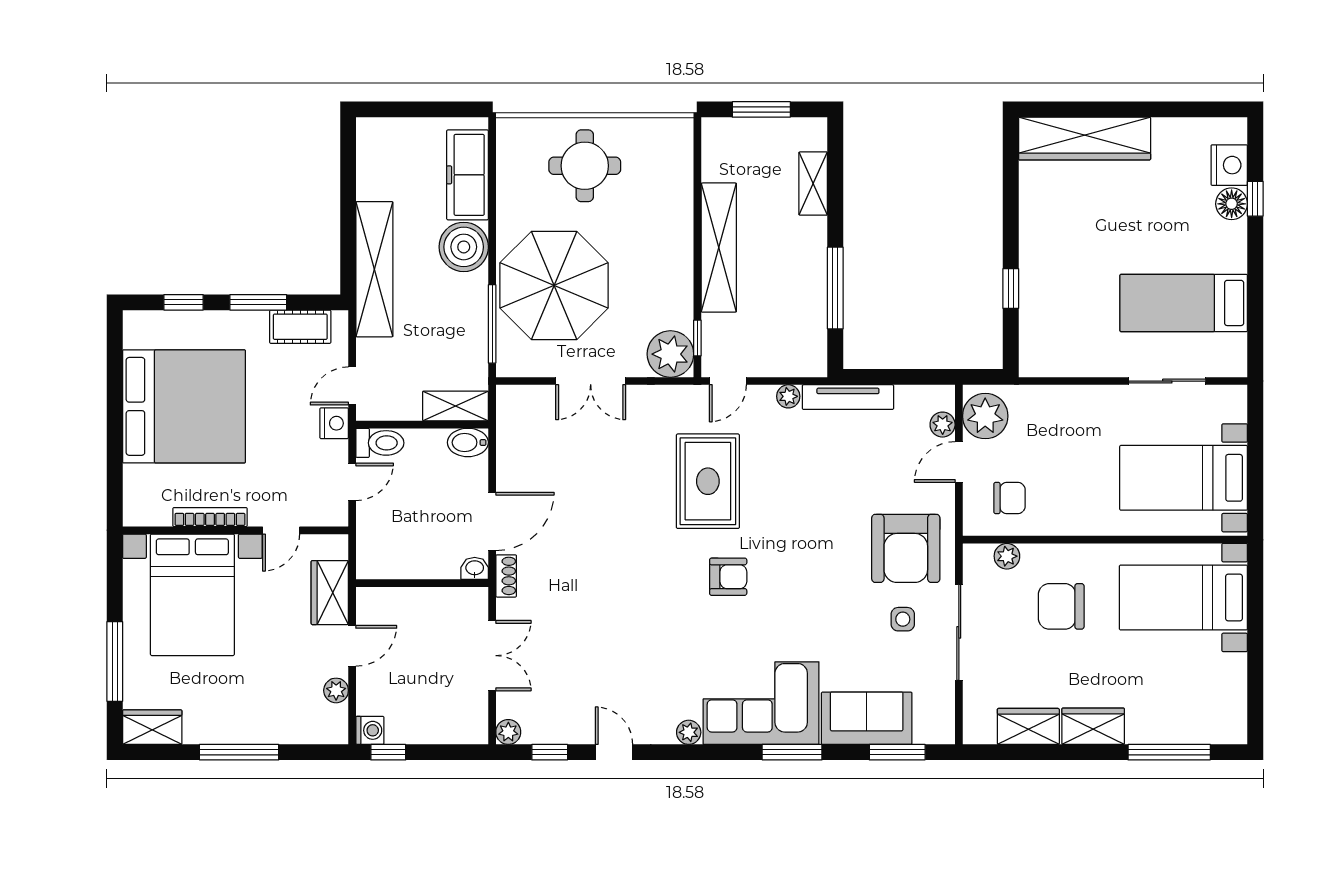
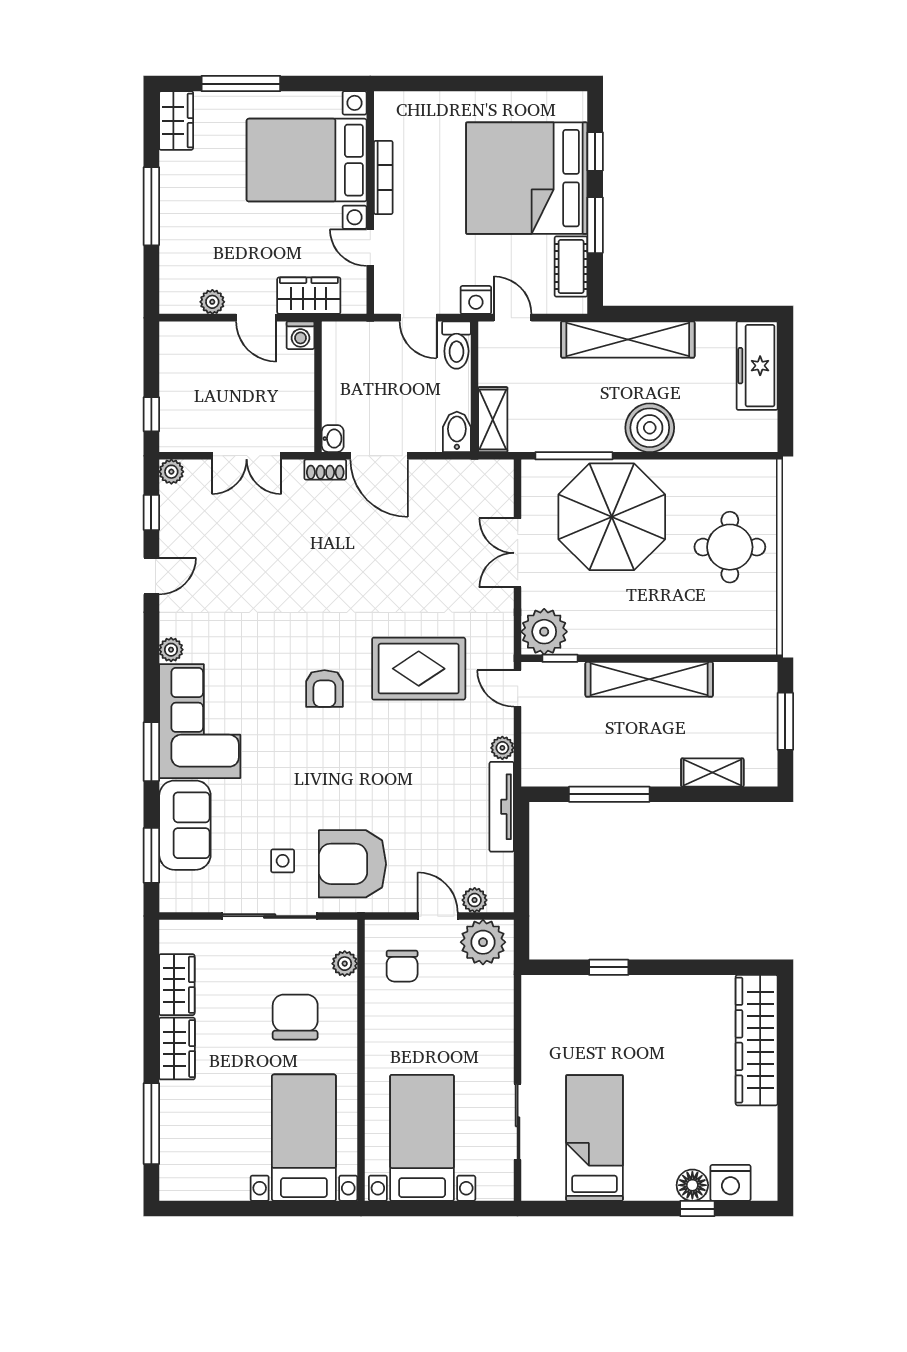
freezer: (468, 175) -> (757, 366), moved, turned -90
bed: (184, 406) -> (527, 178), moved, turned 90
washing machine: (370, 730) -> (301, 335), moved
window: (388, 752) -> (151, 414), moved

